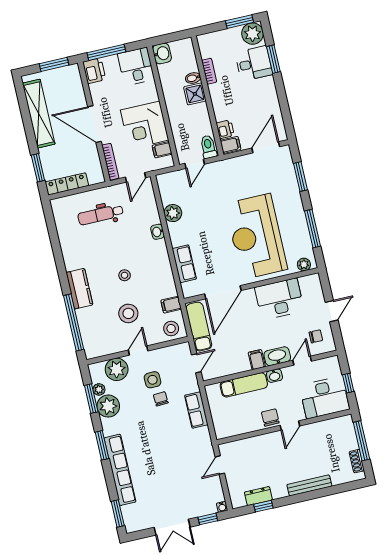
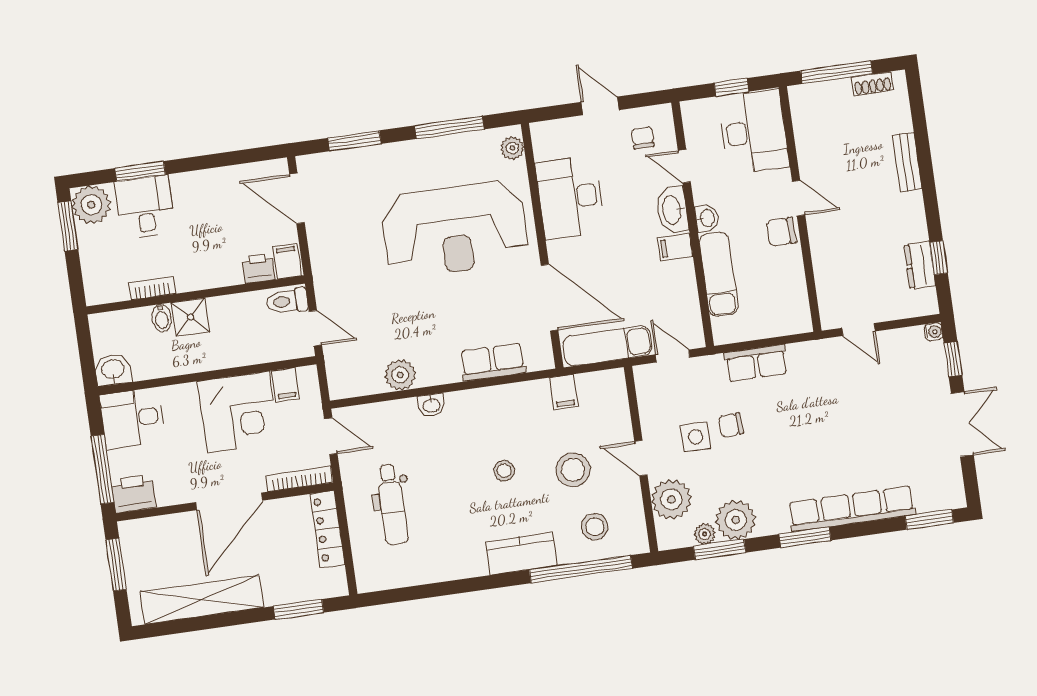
locker: (67, 184) -> (327, 529), moved
stool: (171, 329) -> (595, 527), moved
bench: (309, 485) -> (907, 162), width x0.73

